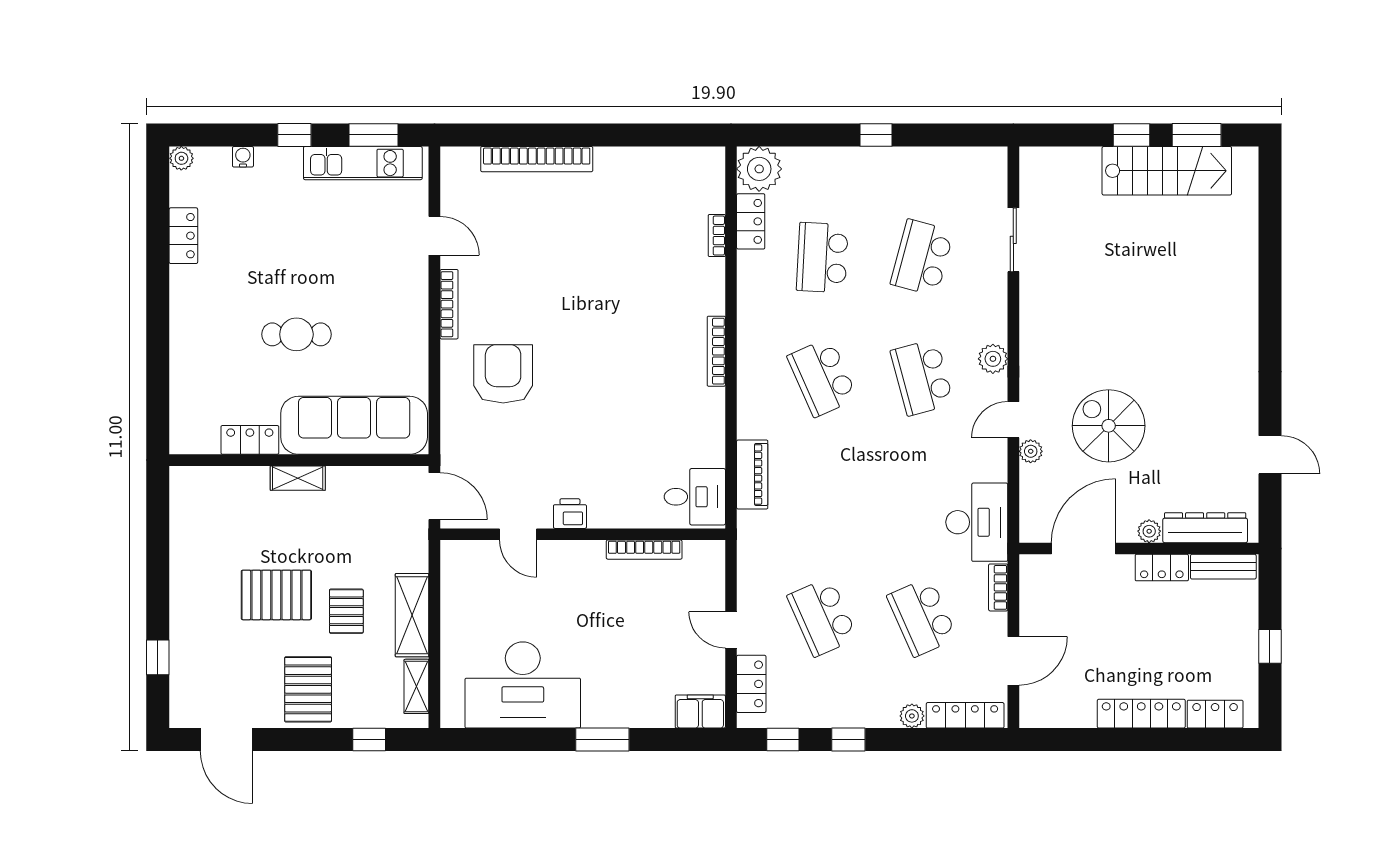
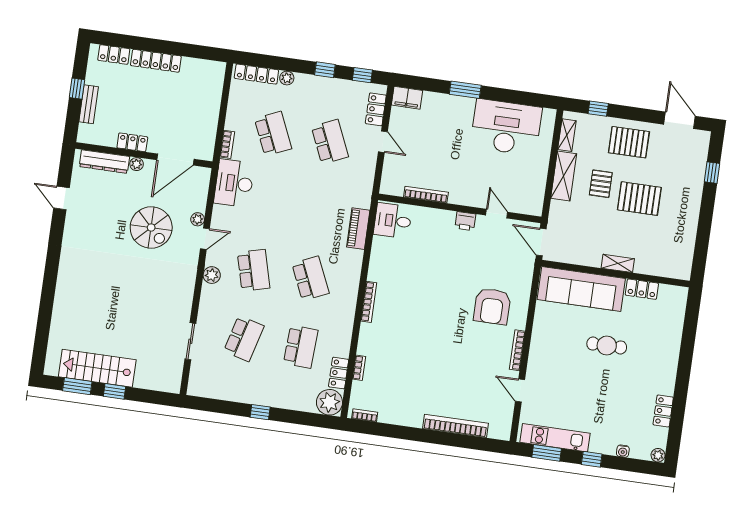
bookcase: (695, 155) -> (365, 415), added
bench: (1223, 567) -> (89, 104), moved, turned 90
door: (1013, 661) -> (225, 101), removed
pallet: (308, 689) -> (629, 142), turned 90

